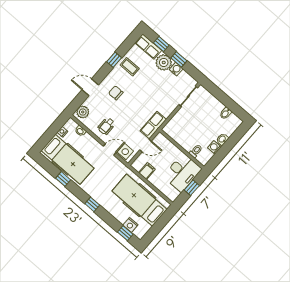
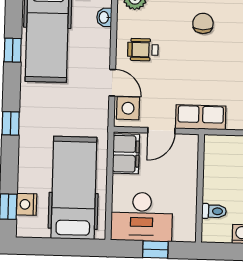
door: (145, 146) -> (161, 131), hinge flipped
filing cabinet: (147, 171) -> (126, 154), width x2.00
desk: (182, 173) -> (142, 217), moved

